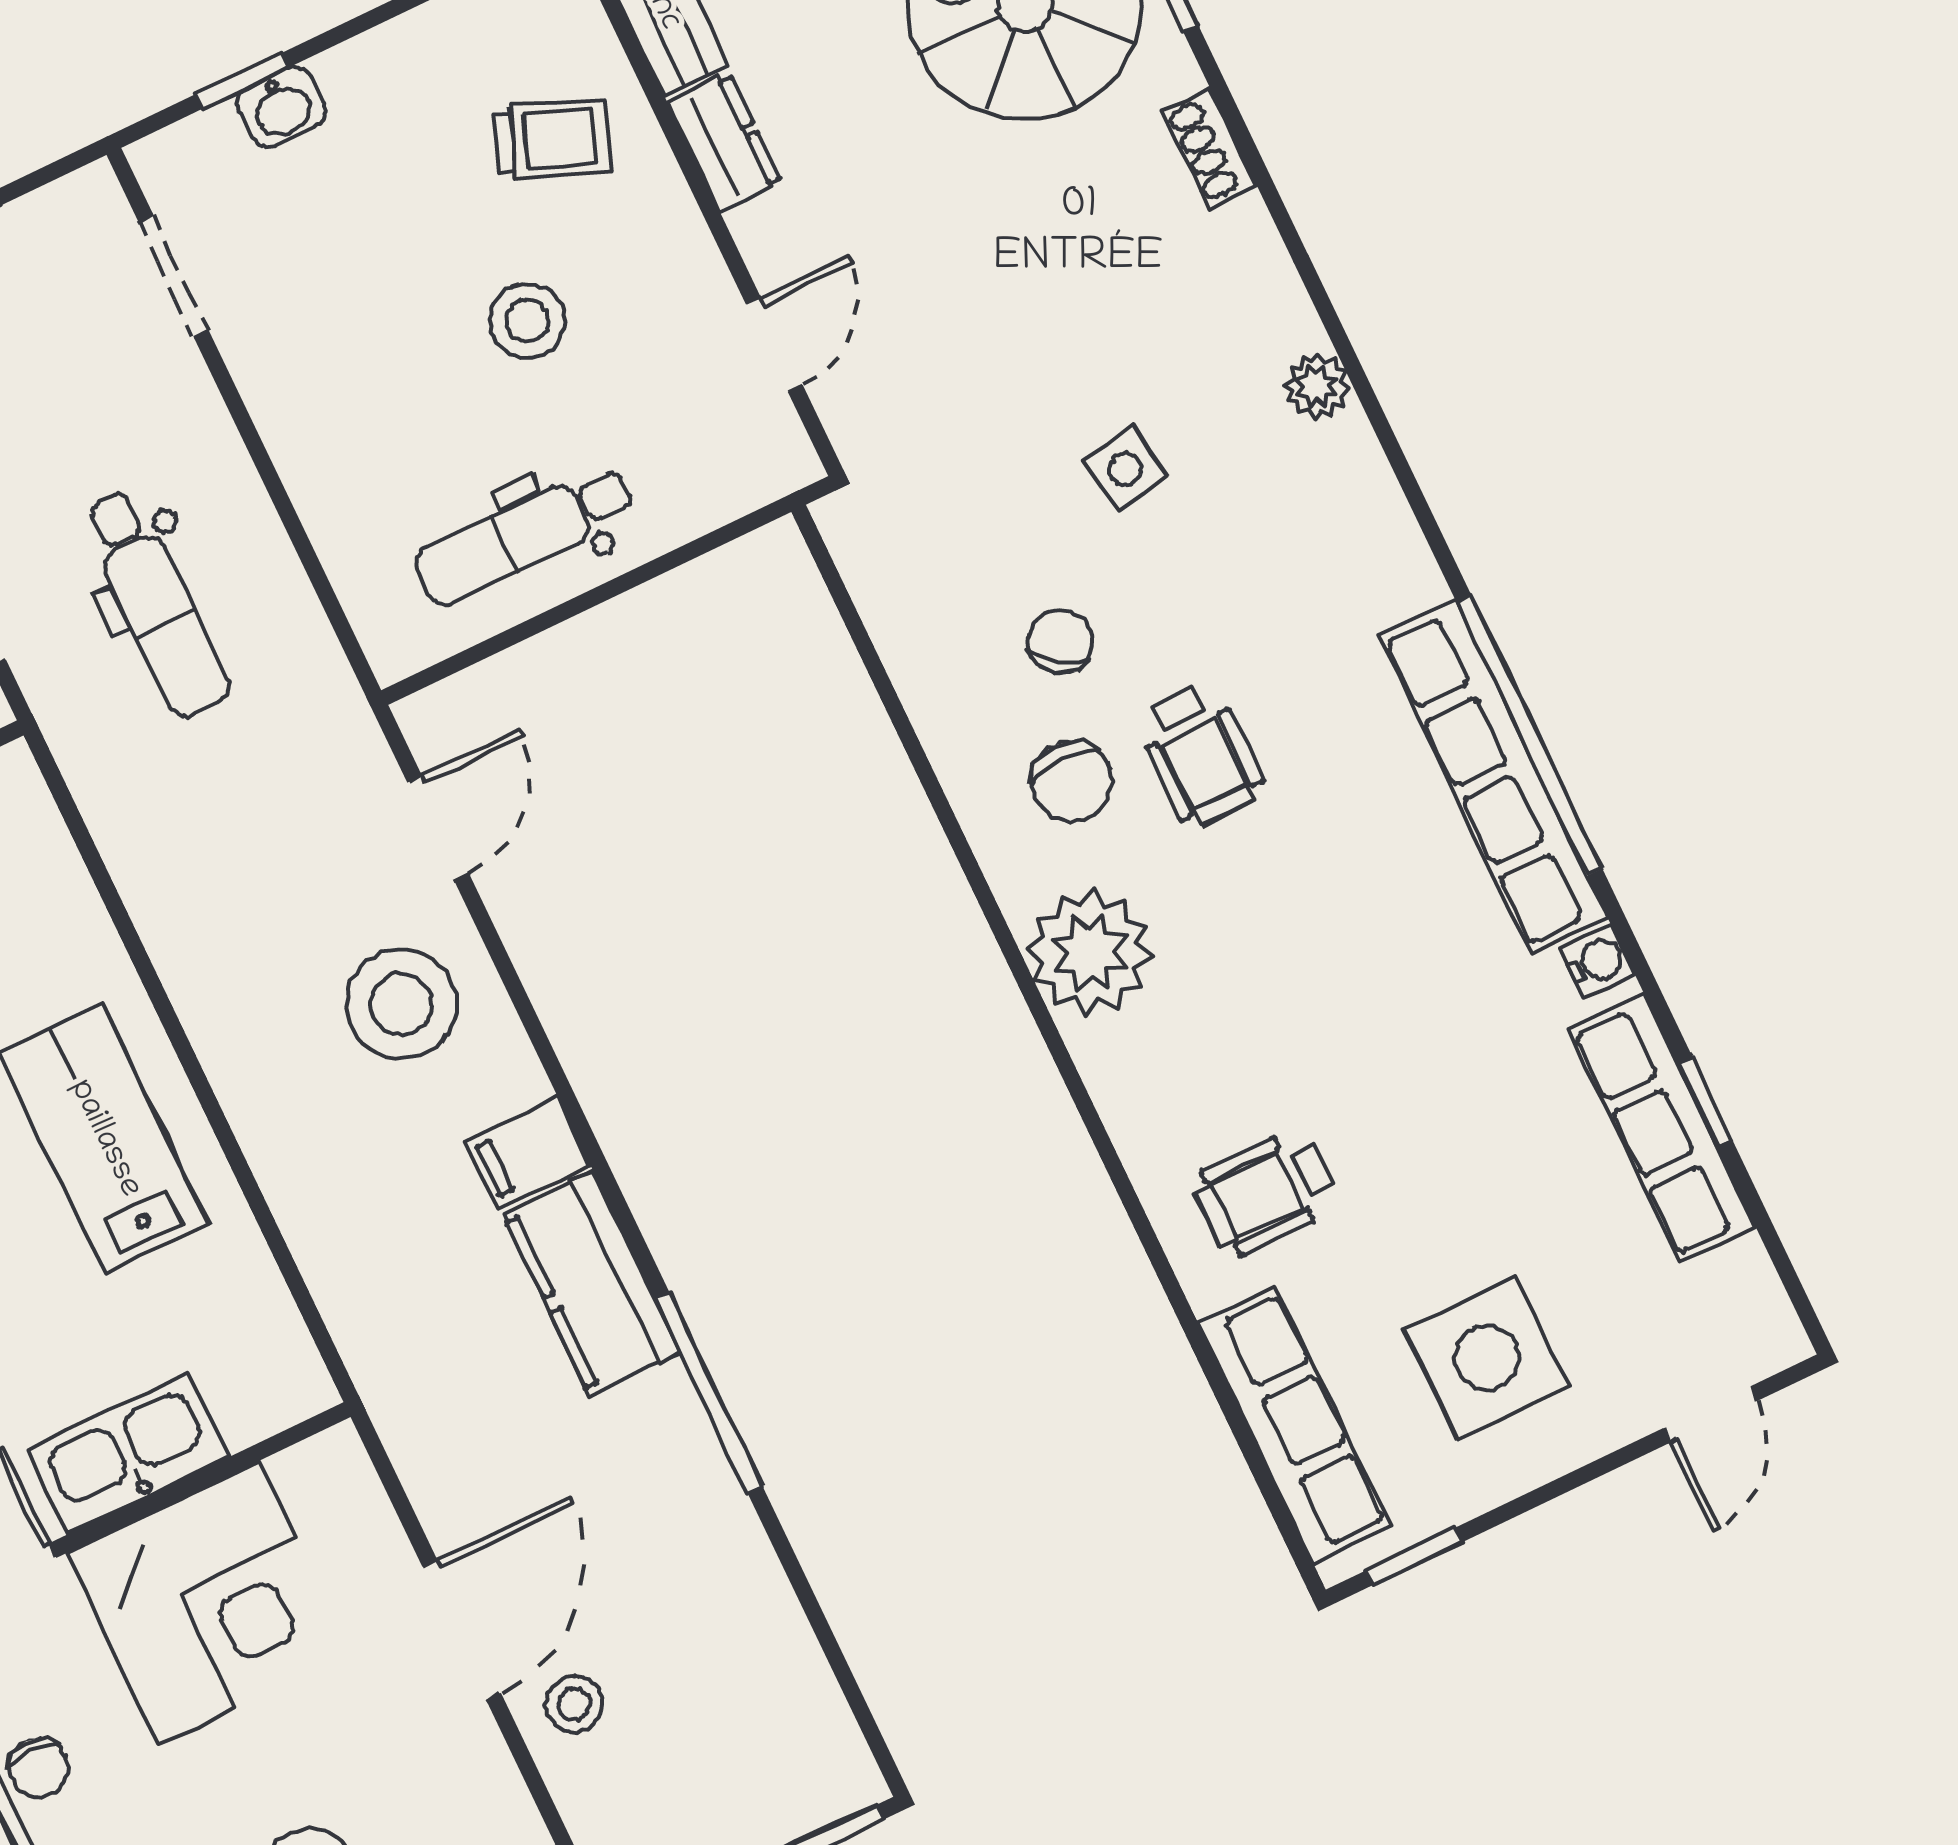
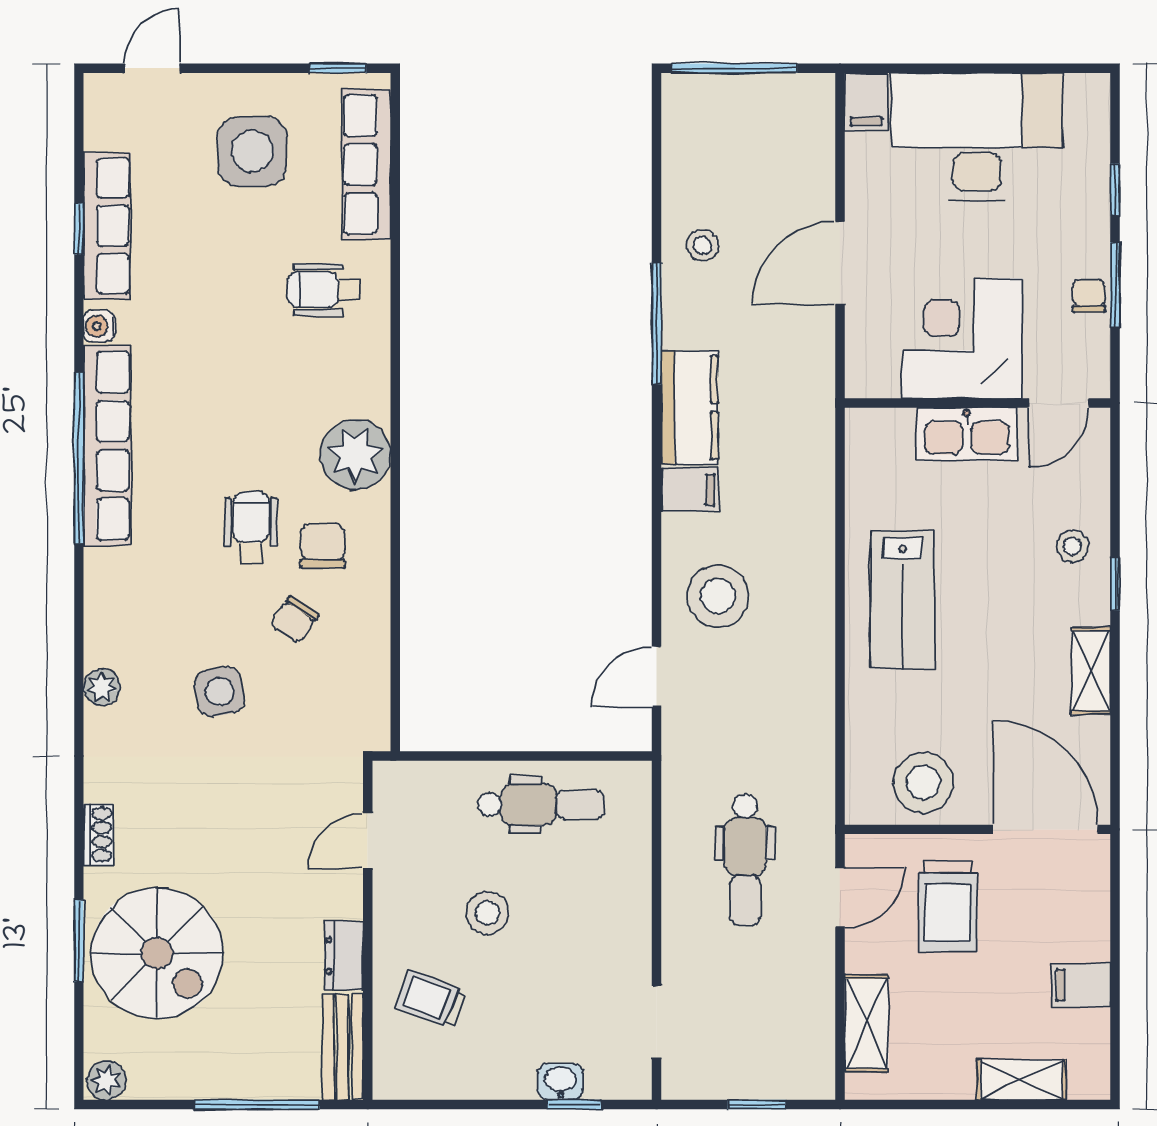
side table: (1125, 469) -> (219, 692), width x1.37, depth x1.37
dental chair: (156, 603) -> (745, 860), turned 180
wheelchair: (1266, 1192) -> (324, 290), turned 180
stool: (574, 1704) -> (702, 245), moved

